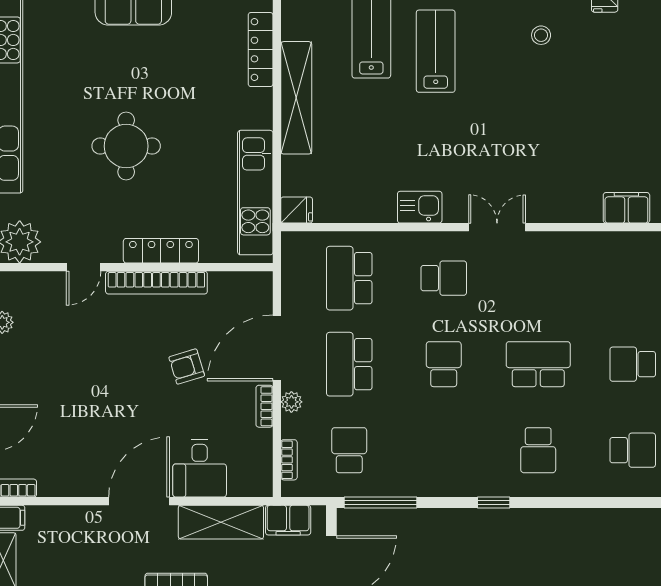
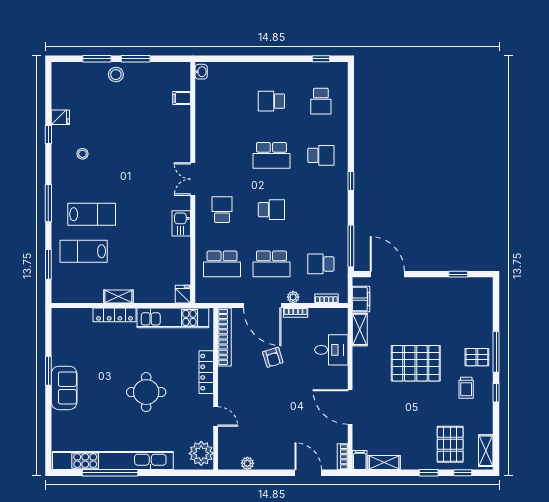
locker: (261, 50) -> (115, 315), moved
lab bench: (436, 51) -> (92, 214), turned 180
shelving: (296, 98) -> (118, 297), width x0.45, depth x0.75
filing cabinet: (626, 208) -> (182, 98), width x0.50
bookcase: (156, 283) -> (225, 337), moved
school desk: (444, 364) -> (271, 210), turned 180
school desk: (538, 364) -> (271, 155), turned -90
school desk: (633, 364) -> (271, 101), turned 90
school desk: (633, 450) -> (321, 101), turned 180
door: (139, 501) -> (350, 407), moved
shelving: (221, 522) -> (360, 329), width x0.67, depth x0.75

